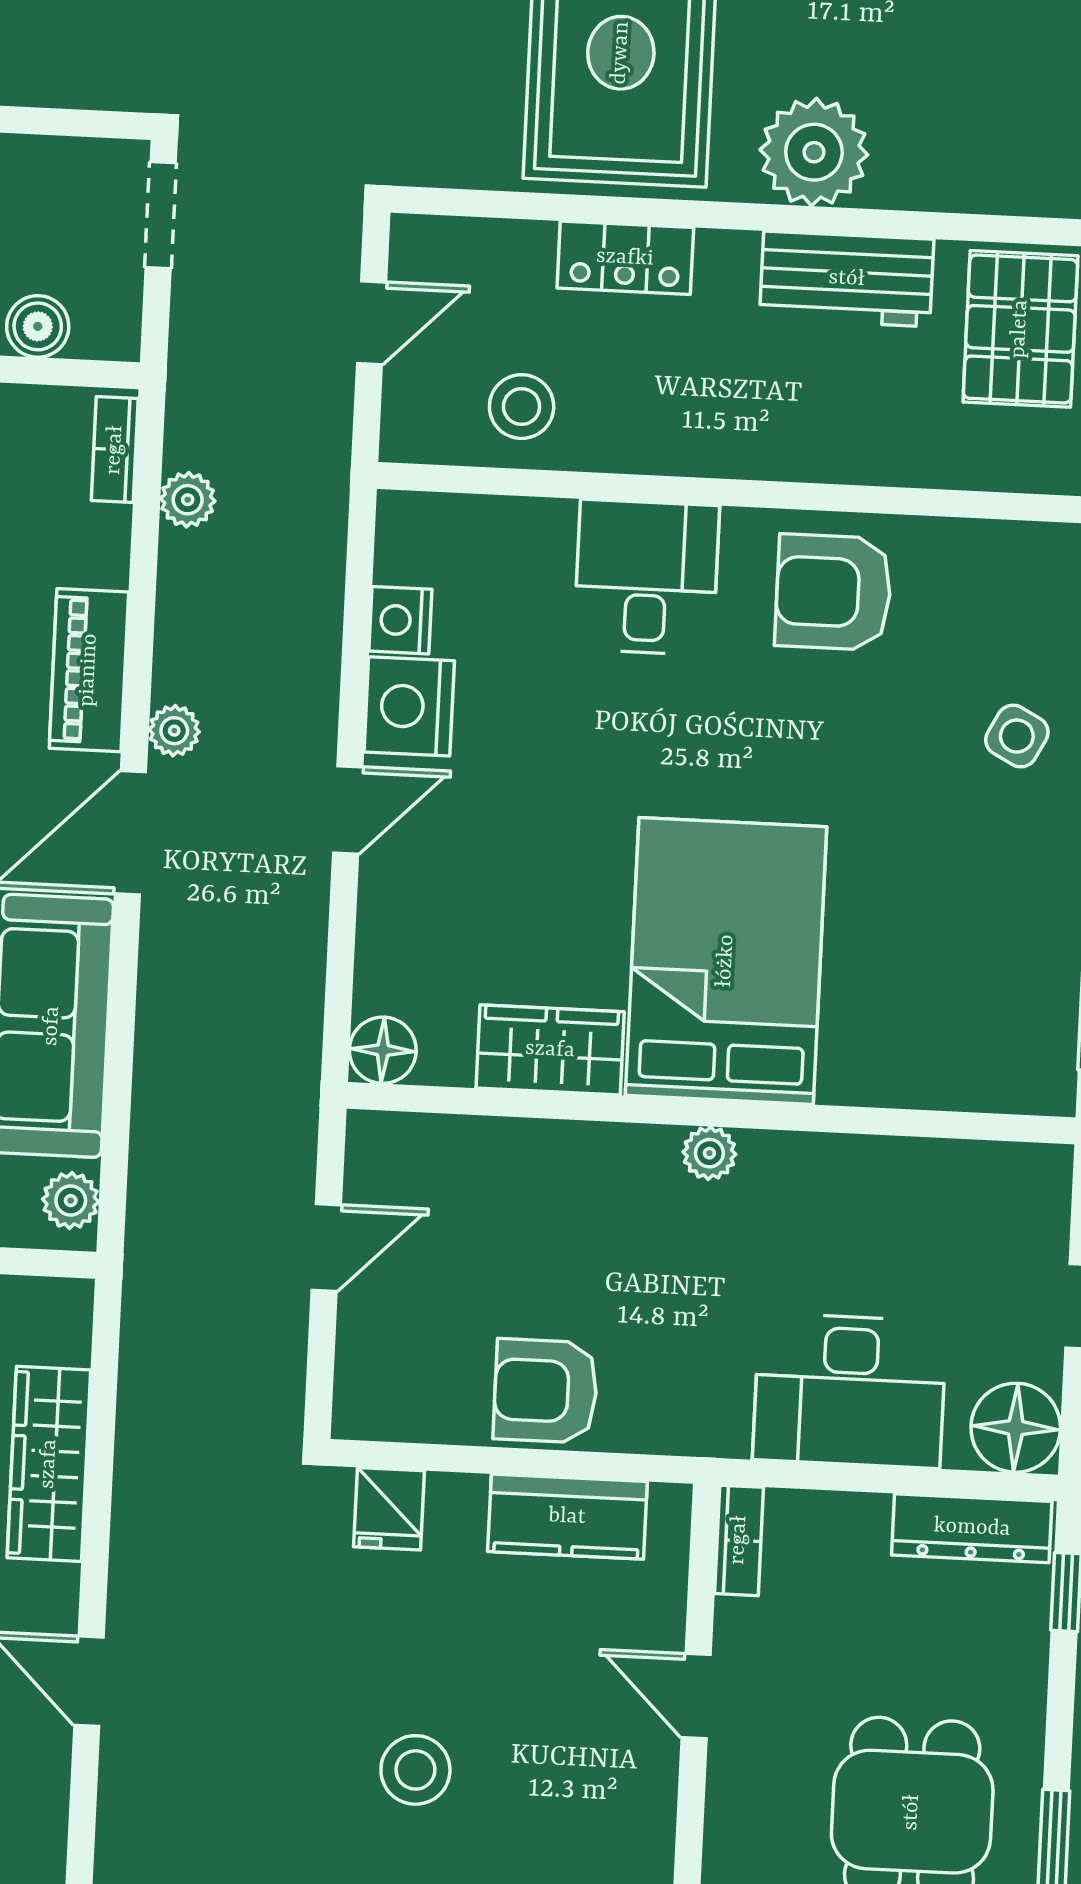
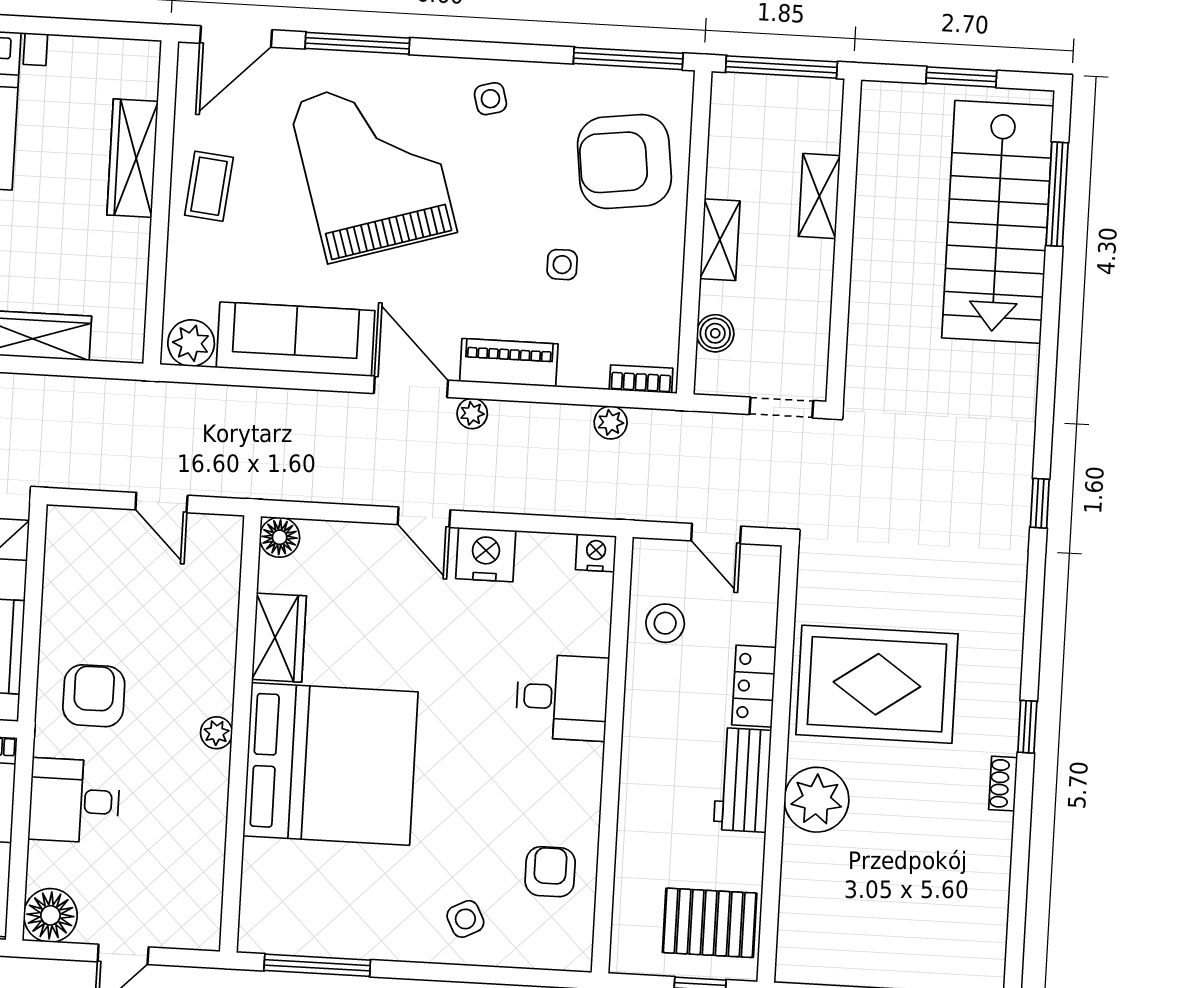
workbench: (847, 279) -> (743, 780), moved
armchair: (833, 592) -> (550, 872), moved, width x0.72, depth x0.72
nightstand: (400, 620) -> (596, 553), moved
side table: (1017, 736) -> (465, 919), turned 35
bed: (726, 961) -> (330, 764), width x1.36
plant: (71, 1201) -> (191, 343), width x1.38, depth x1.38
armchair: (546, 1391) -> (94, 696), moved
desk: (850, 1391) -> (74, 801), width x0.73

